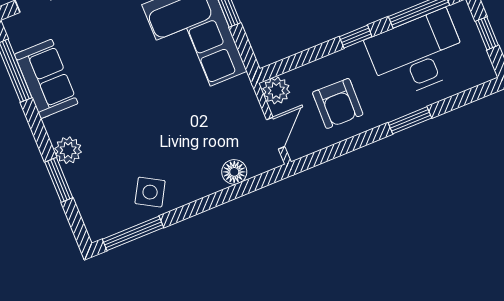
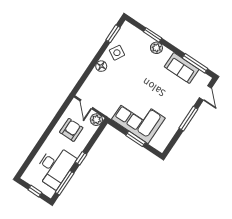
armchair: (338, 103) -> (71, 130), turned 89
window: (410, 120) -> (41, 141), removed
floor lamp: (234, 172) -> (101, 66), moved
window: (133, 233) -> (113, 34), width x0.69

